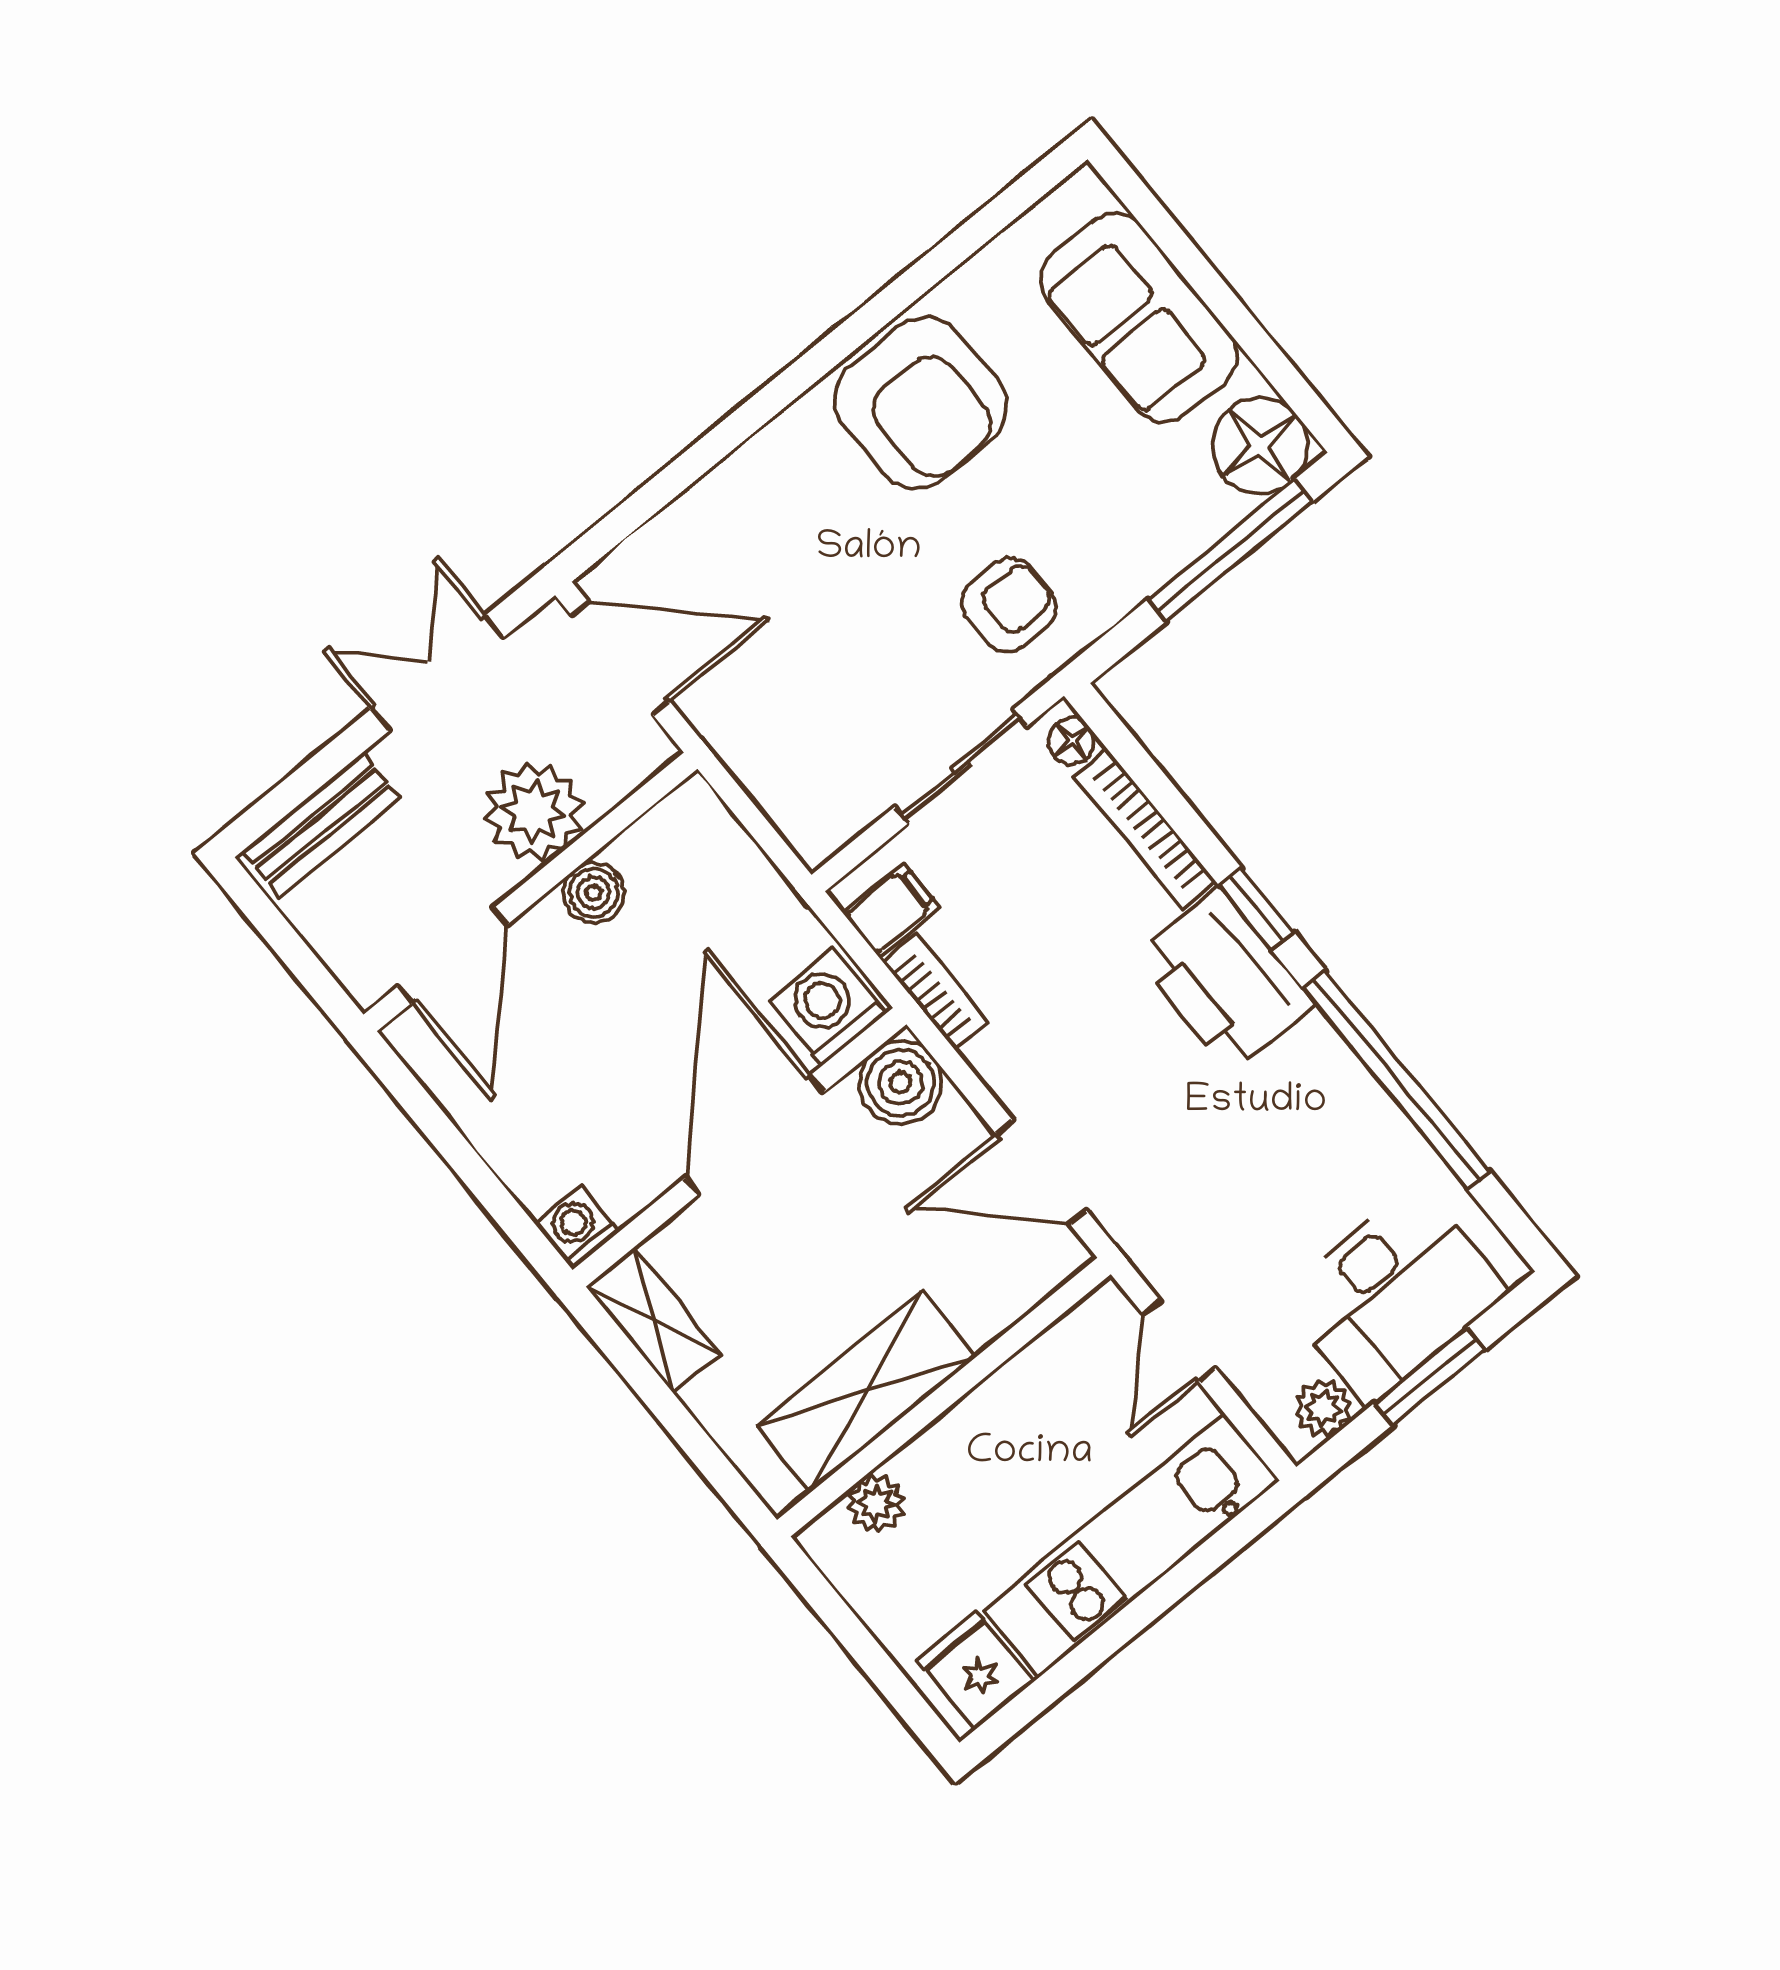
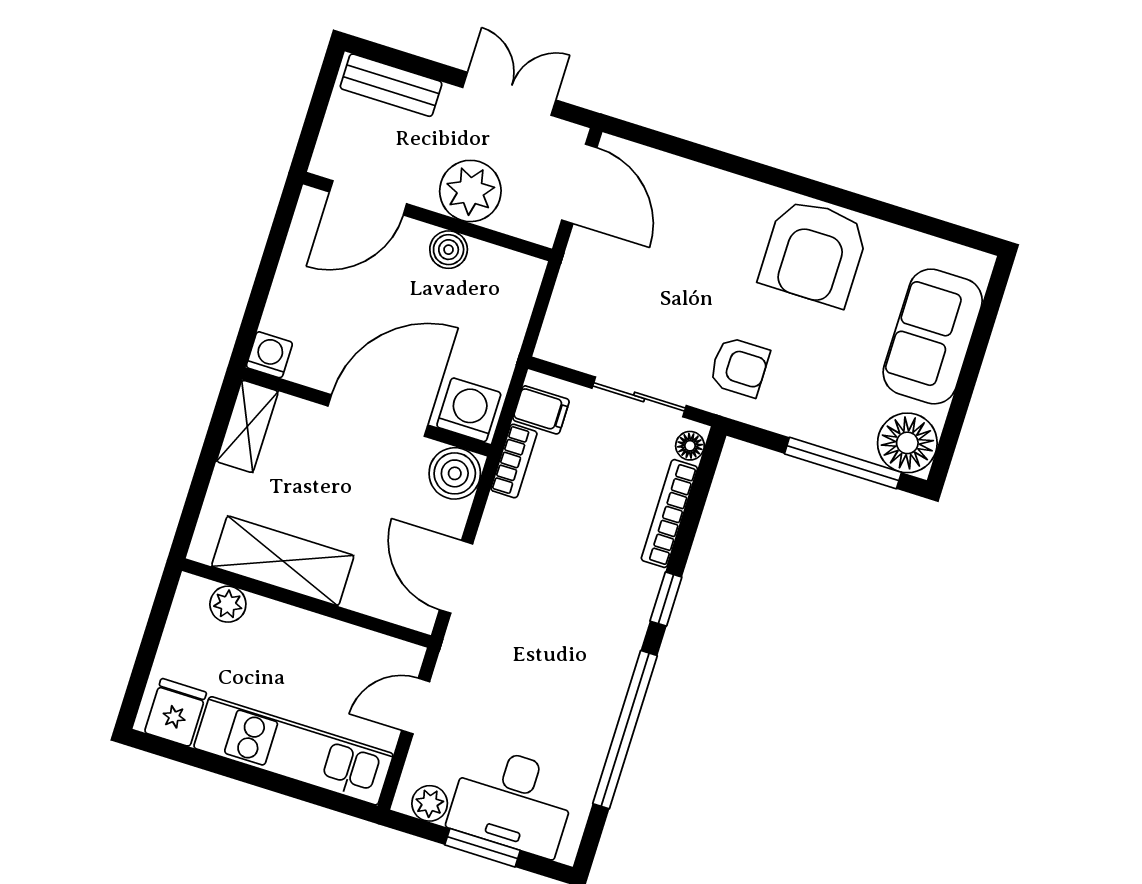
printer: (1225, 980) -> (619, 607), removed

